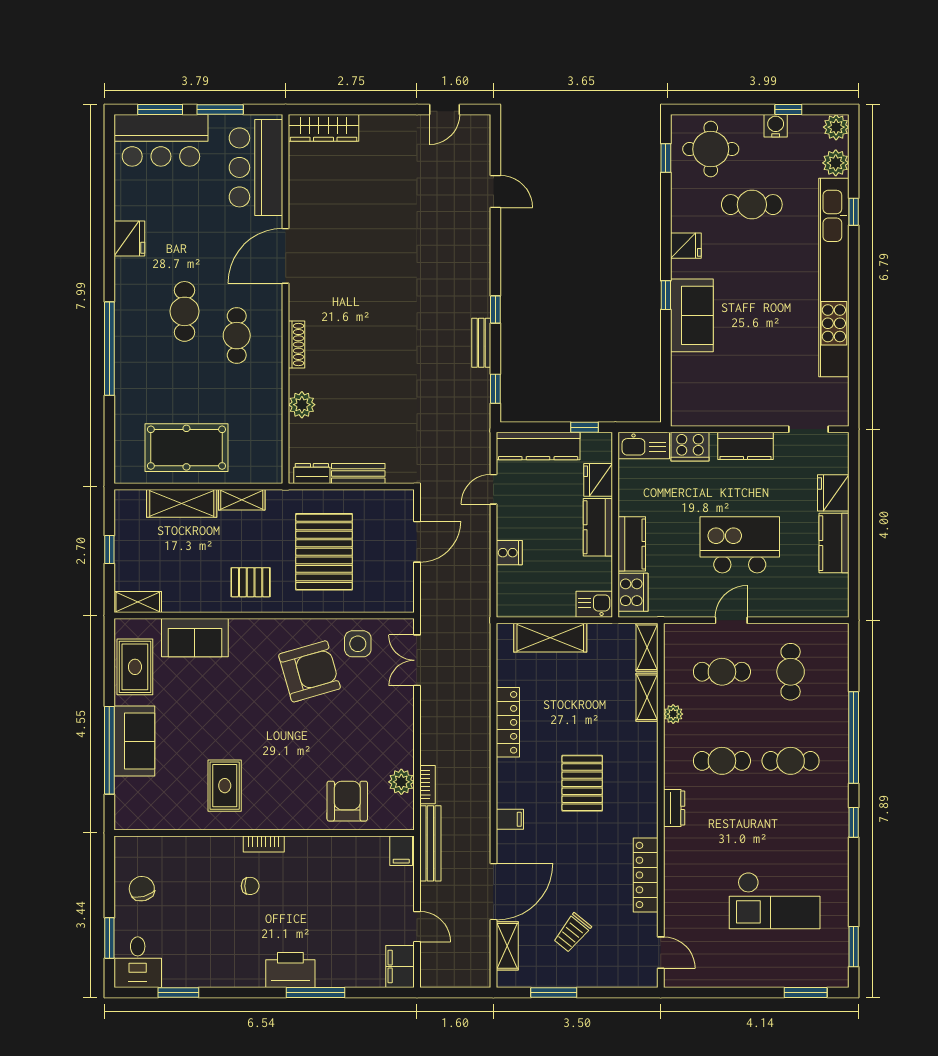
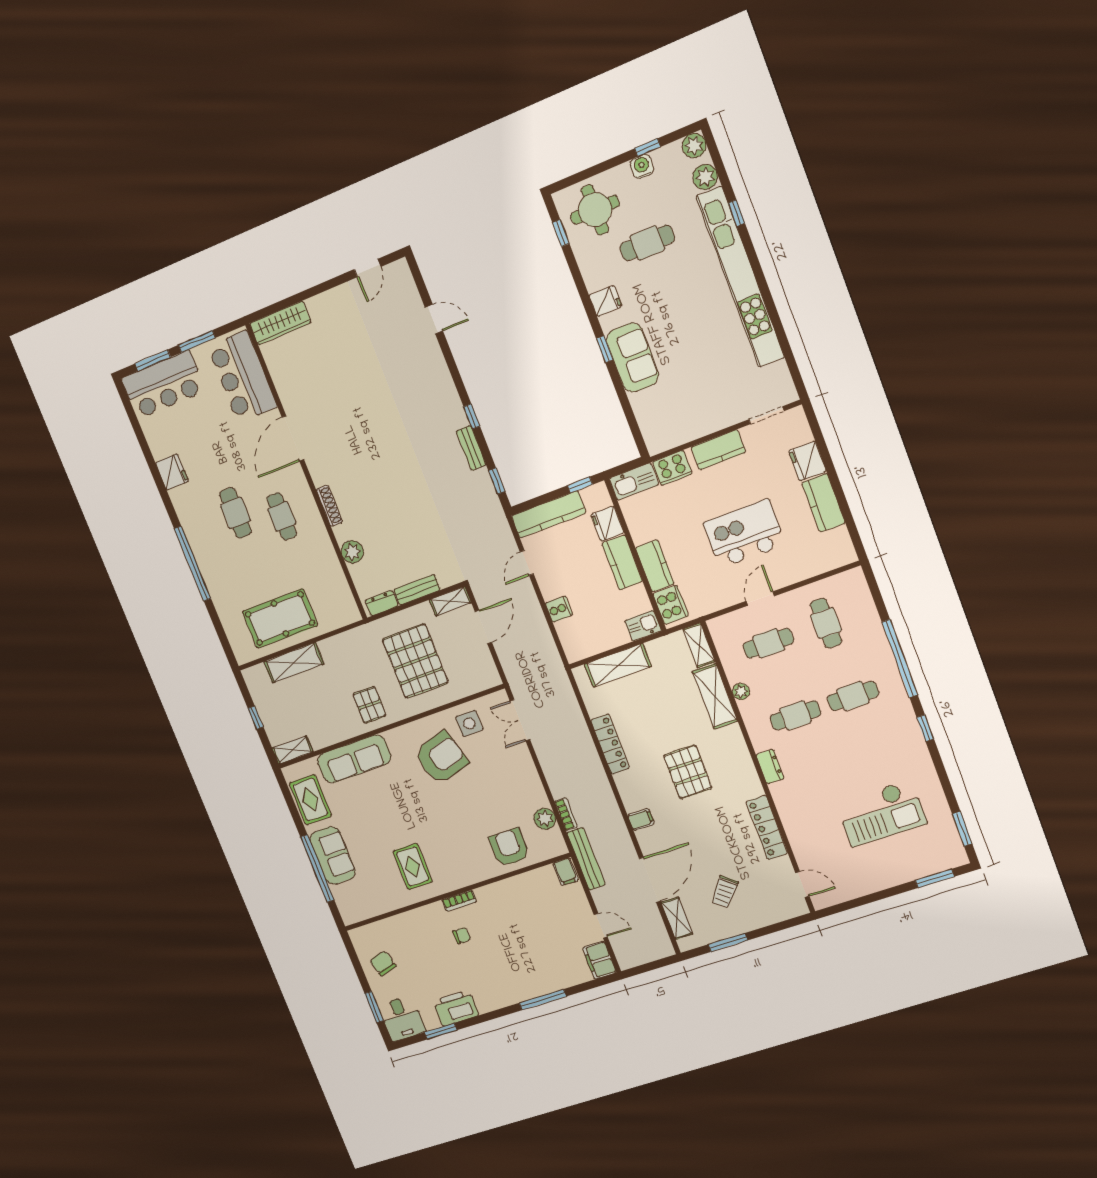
shelving: (242, 500) -> (450, 601), moved
pallet: (251, 582) -> (369, 705), turned 90
sofa: (195, 638) -> (354, 759), width x1.36
shelving: (647, 697) -> (715, 696), width x1.50, depth x1.33
printer: (290, 970) -> (456, 1008), moved

